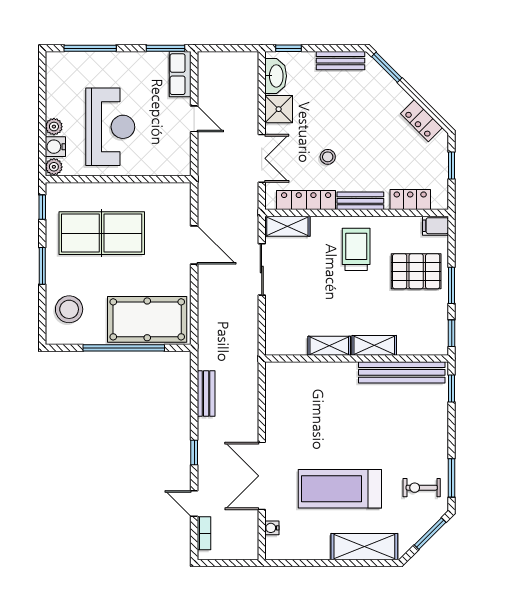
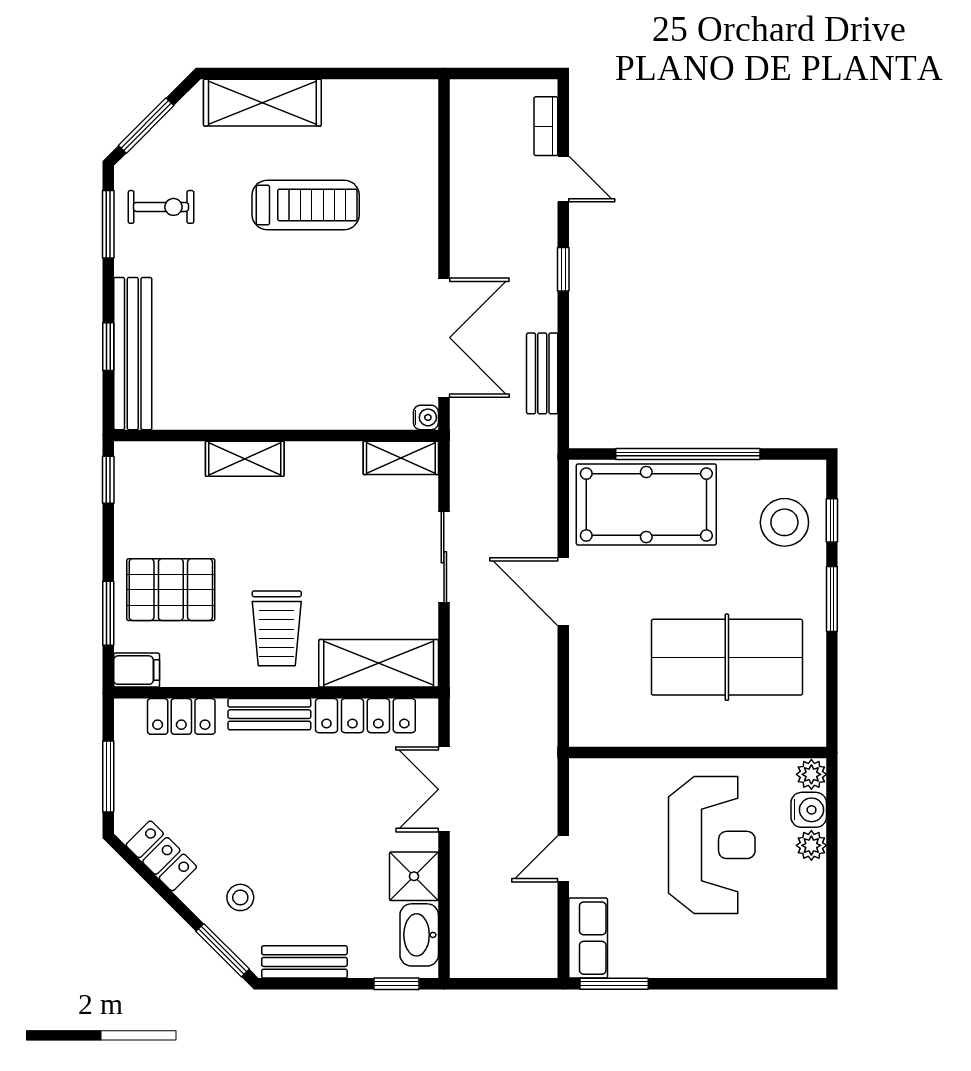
window: (90, 48) -> (747, 984), removed
door: (194, 119) -> (563, 859), hinge flipped
reception desk: (110, 127) -> (712, 845), turned 180
stool: (328, 157) -> (240, 897), moved
window: (452, 166) -> (108, 777), width x1.50
window: (42, 207) -> (832, 520), moved
shelving: (287, 226) -> (379, 663), width x1.50, depth x1.33
door: (194, 245) -> (563, 592), moved
sliding door: (262, 269) -> (444, 557), moved
window: (452, 285) -> (108, 613), moved
shelving: (329, 346) -> (401, 458), moved
bench: (402, 372) -> (133, 354), moved, turned 90
window: (452, 388) -> (108, 347), moved
double door: (262, 476) -> (444, 338), moved
treadmill: (340, 489) -> (306, 205), width x0.73, depth x0.73
water cooler: (272, 528) -> (426, 417), moved

